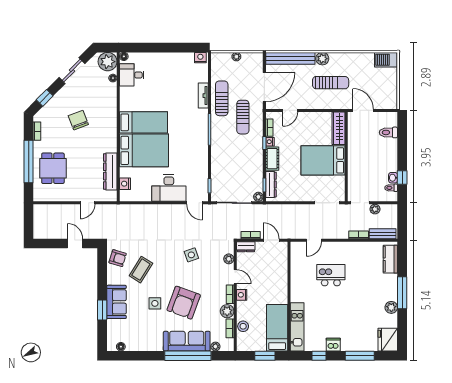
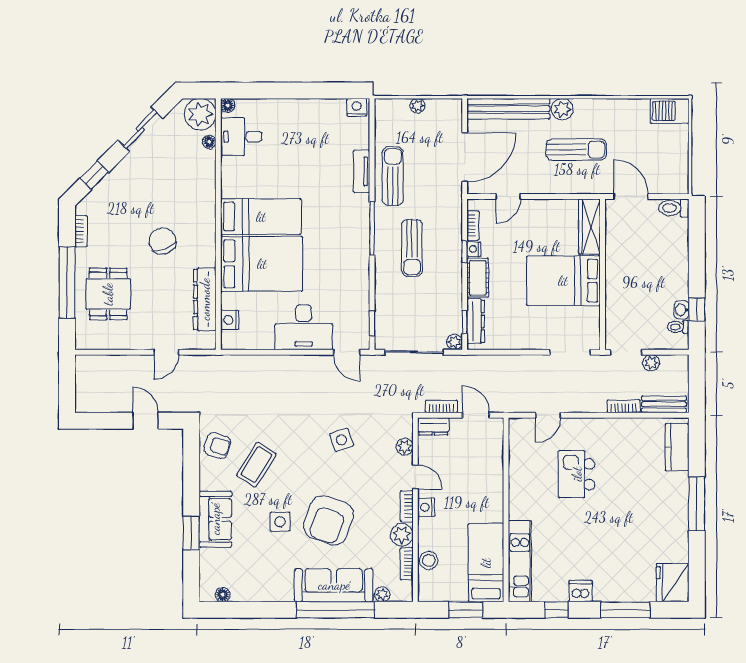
sun lounger: (243, 117) -> (412, 248), moved
chair: (78, 120) -> (162, 241), moved
toilet: (388, 132) -> (674, 208), moved
kitchen island: (331, 275) -> (577, 474), turned -90
plant: (391, 307) -> (679, 528), removed

